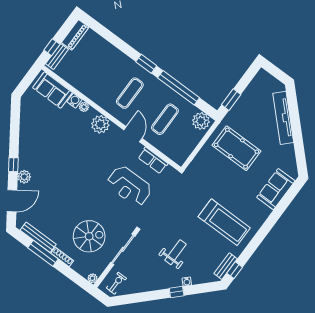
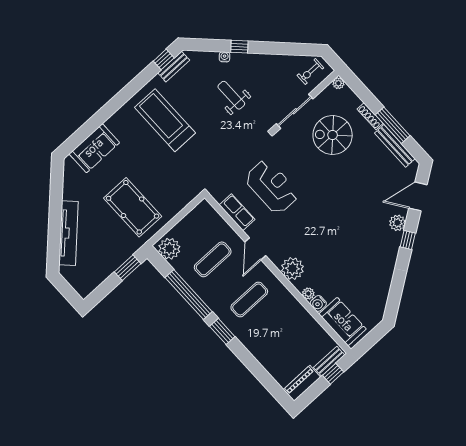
weight bench: (175, 252) -> (231, 95), turned 90

